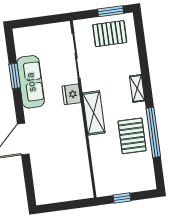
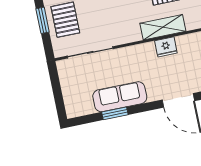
fridge: (72, 94) -> (166, 47), moved
shelving: (94, 113) -> (163, 27), moved

